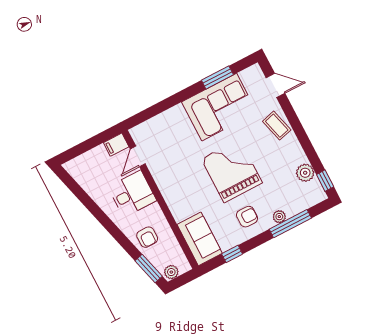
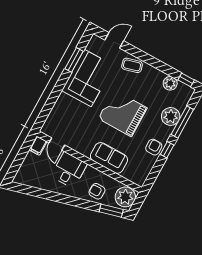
armchair: (247, 217) -> (154, 147), moved
plant: (279, 217) -> (171, 116), width x1.87, depth x1.87
armchair: (147, 237) -> (97, 191), turned 180
sofa: (200, 239) -> (109, 158), moved
window: (232, 254) -> (167, 150), moved
plant: (171, 272) -> (125, 197), width x1.88, depth x1.88

